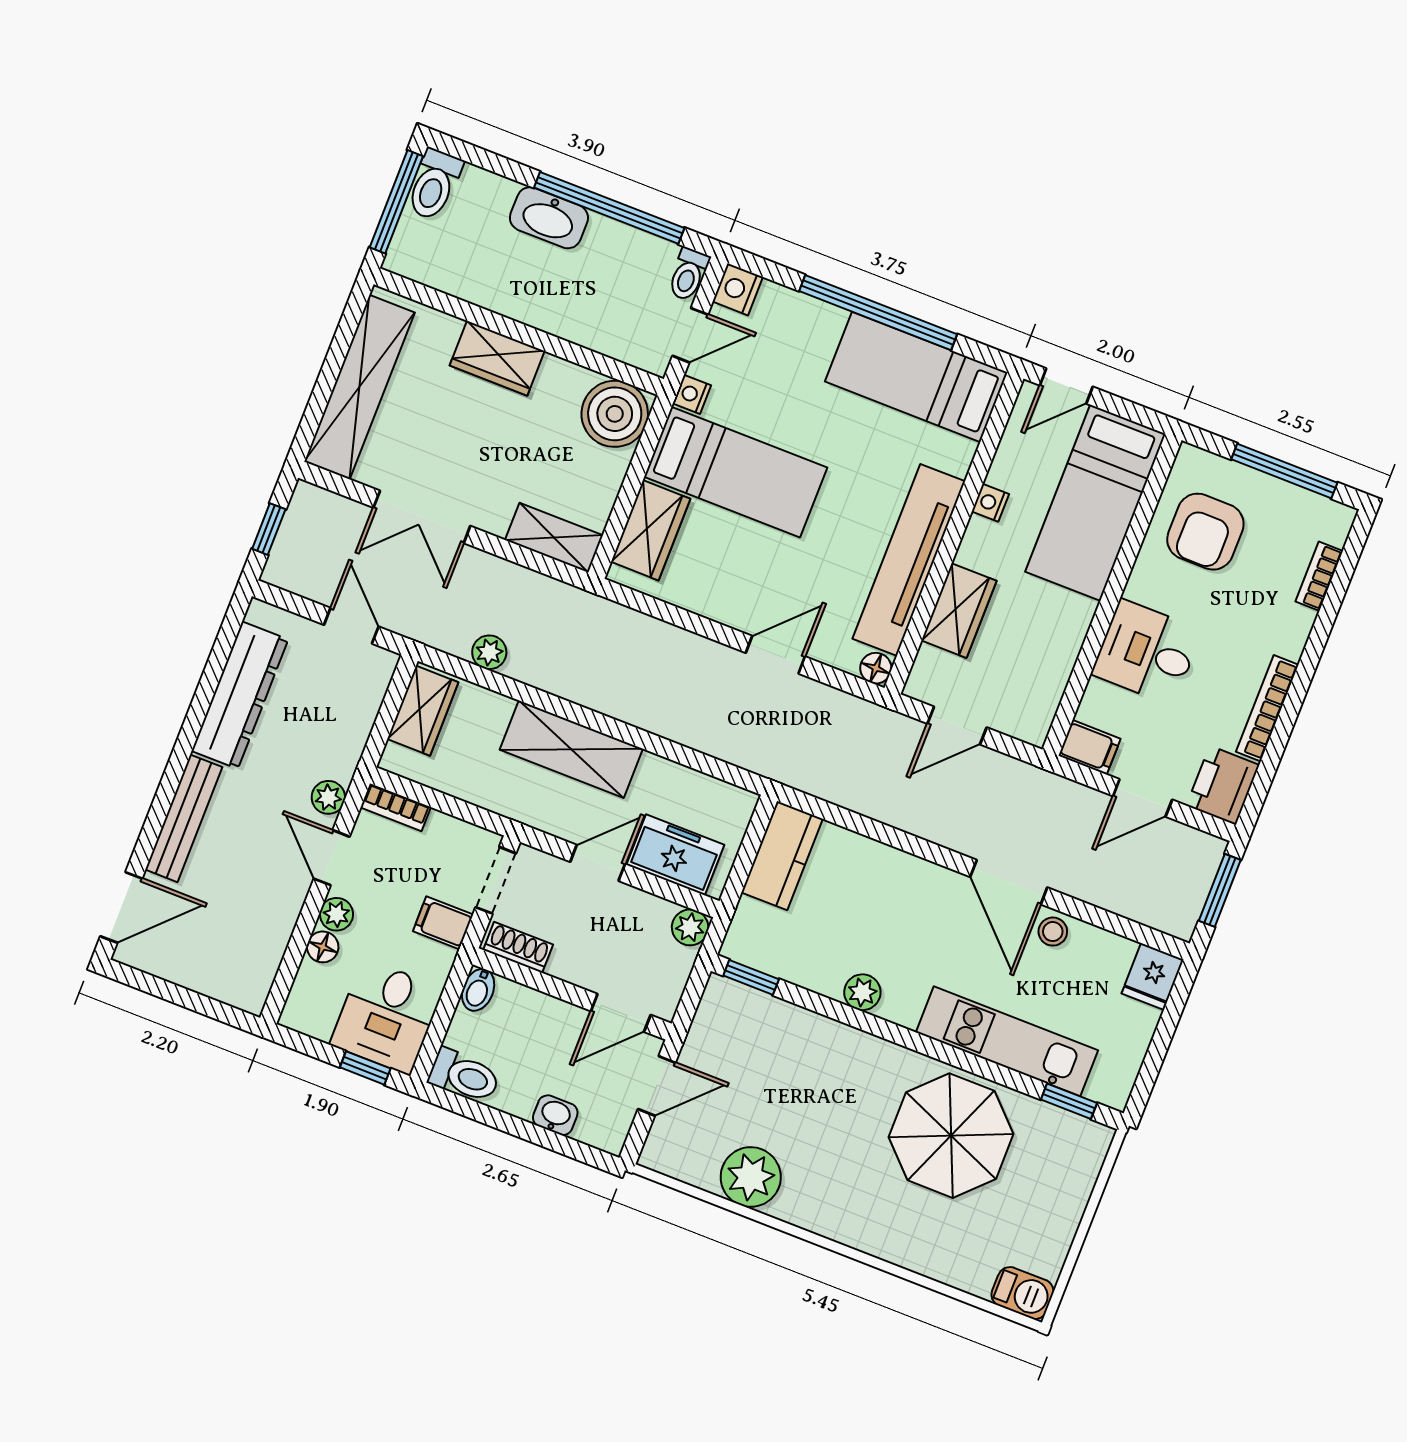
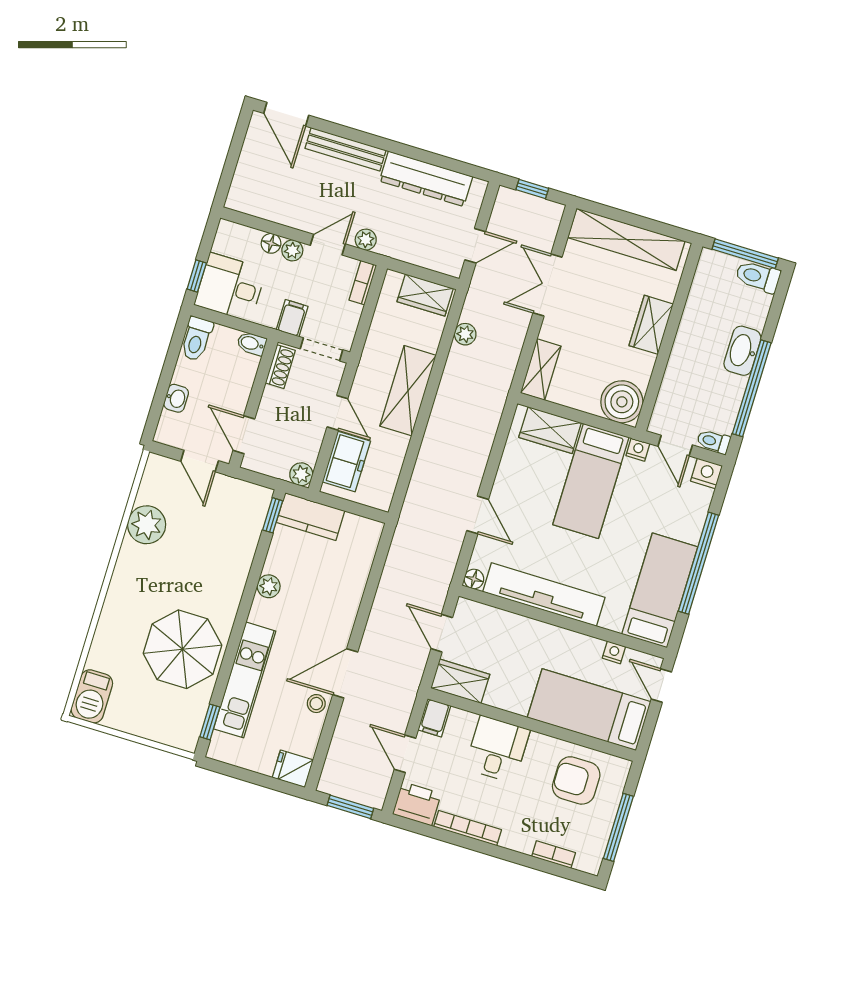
nightstand: (990, 503) -> (614, 652), moved
wardrobe: (959, 611) -> (460, 681), moved, turned 180
kitchen counter: (782, 856) -> (310, 517), moved
barbecue: (1023, 1293) -> (92, 696), width x1.38, depth x1.27

